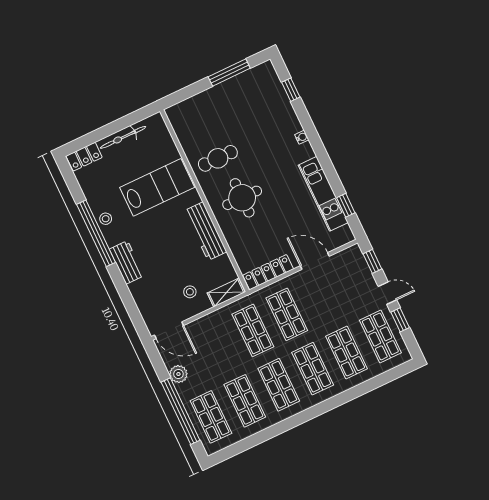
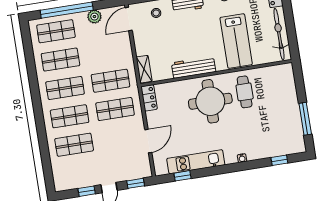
bicycle: (123, 137) -> (279, 34), width x1.37, depth x1.40
round table: (242, 198) -> (210, 101), width x1.36, depth x1.36
locker: (268, 272) -> (149, 98), width x0.66
stool: (190, 292) -> (156, 13), moved
shop shelf: (380, 336) -> (79, 173), removed

